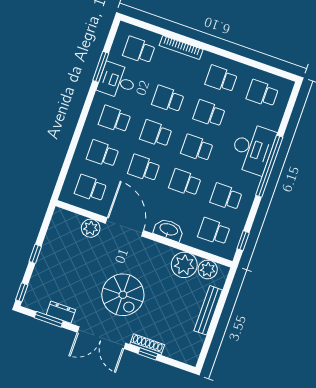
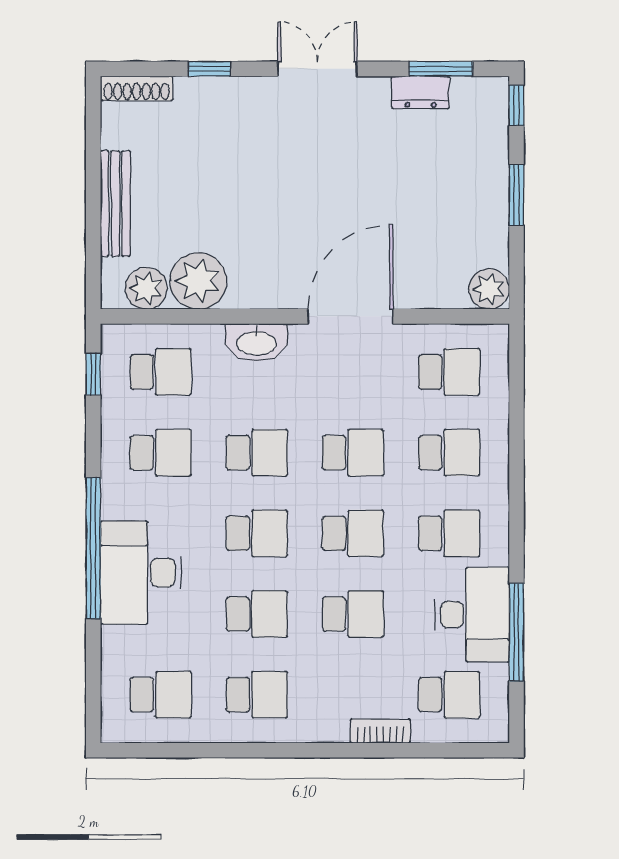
bookcase: (181, 47) -> (380, 731), width x0.64
window: (101, 67) -> (516, 632), width x1.44
desk: (117, 81) -> (472, 615), width x1.37
door: (124, 227) -> (350, 316), swing flipped
plant: (91, 228) -> (489, 289), moved
window: (35, 254) -> (516, 195), width x1.50
spiral stairs: (123, 295) -> (304, 174), removed
double door: (101, 338) -> (317, 69), width x0.73
shoe rack: (147, 344) -> (137, 88), moved

